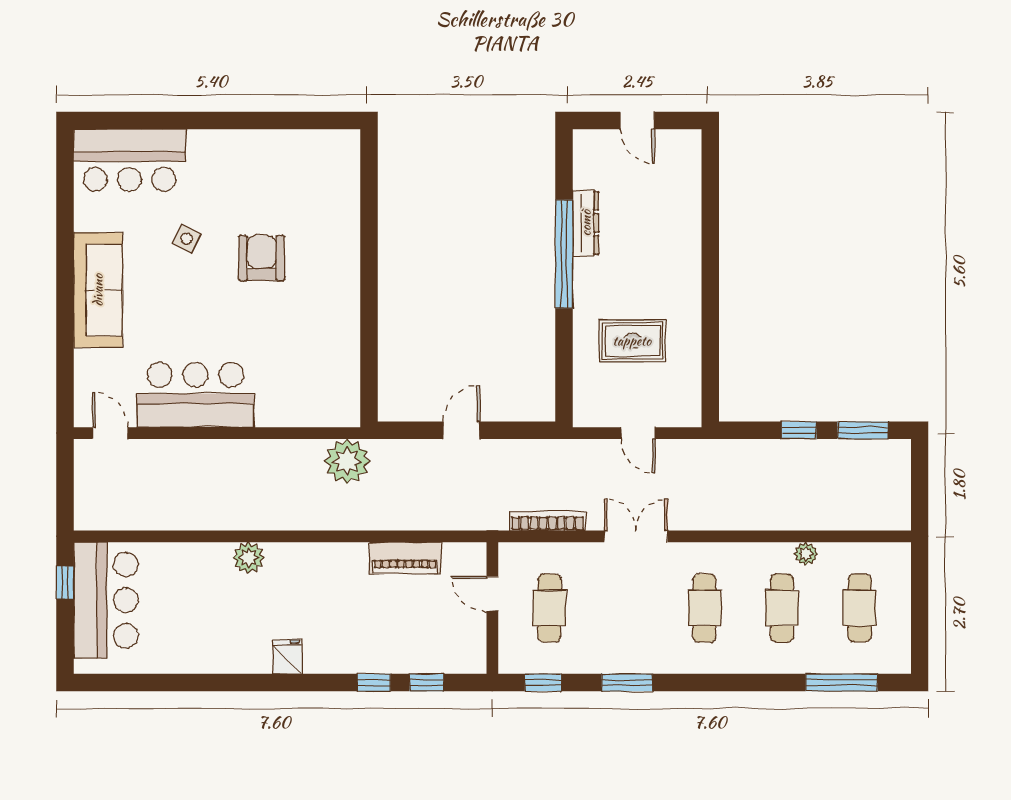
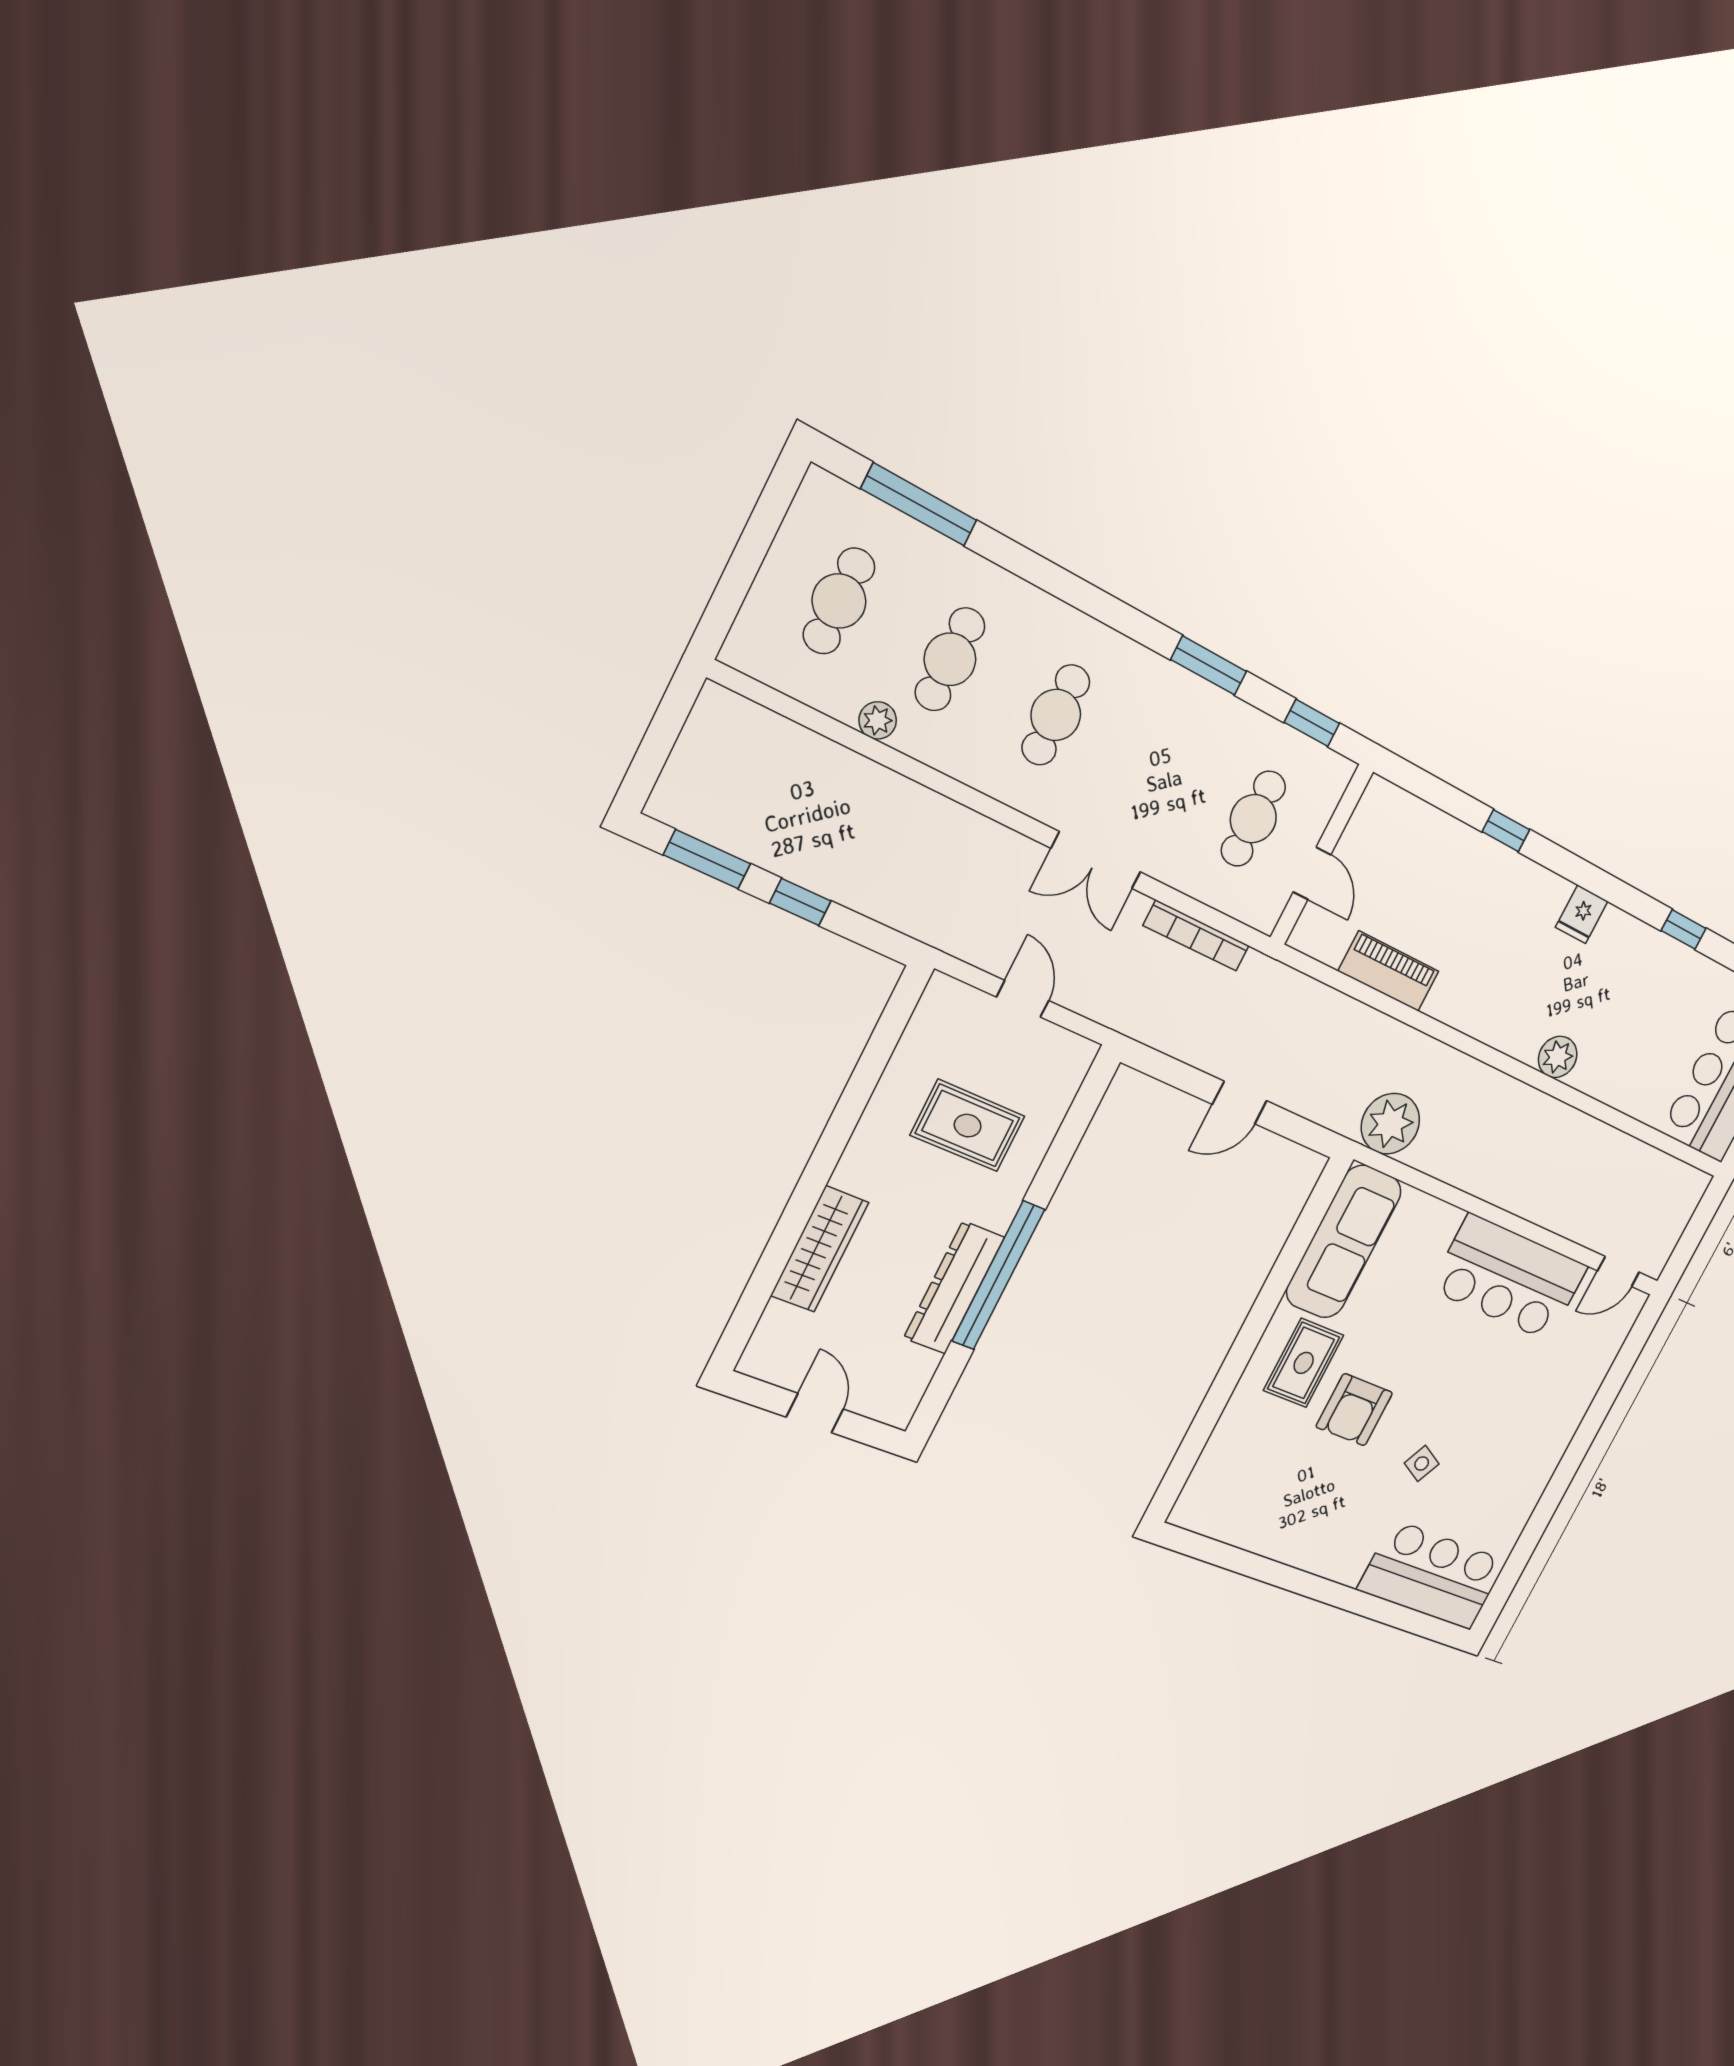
dresser: (586, 223) -> (954, 1288), width x1.37, depth x1.24
wardrobe: (686, 227) -> (820, 1249), added
rug: (319, 277) -> (1304, 1363), added
sofa: (98, 290) -> (1344, 1242), moved, turned 180
door: (110, 433) -> (1618, 1272), hinge flipped
window: (426, 683) -> (1684, 929), moved

